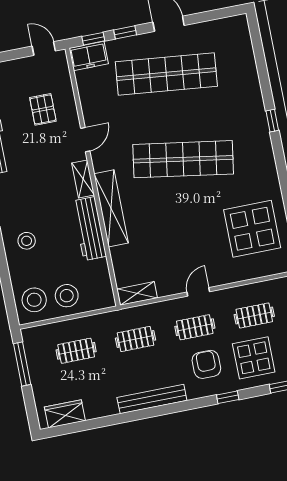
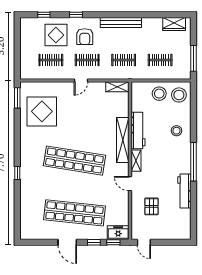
door: (85, 140) -> (130, 184), hinge flipped

